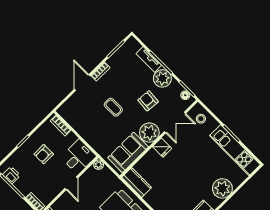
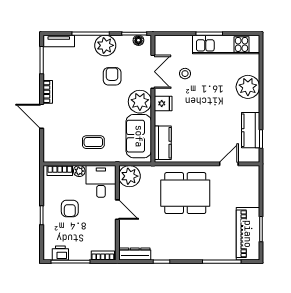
tv unit: (149, 59) -> (59, 41), moved
armchair: (148, 101) -> (112, 76), turned 85
coffee table: (113, 107) -> (93, 142), moved
stool: (201, 119) -> (185, 74), moved
plant: (72, 138) -> (79, 171), added
plant: (99, 165) -> (129, 176), width x1.87, depth x1.87
kitchen counter: (137, 182) -> (163, 143), moved, turned 90

